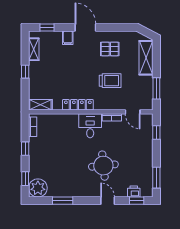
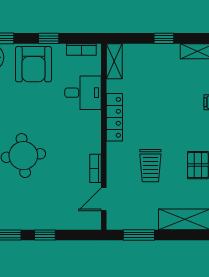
desk: (90, 126) -> (83, 93), moved
window: (156, 132) -> (45, 235), moved
armchair: (42, 159) -> (33, 64), added

